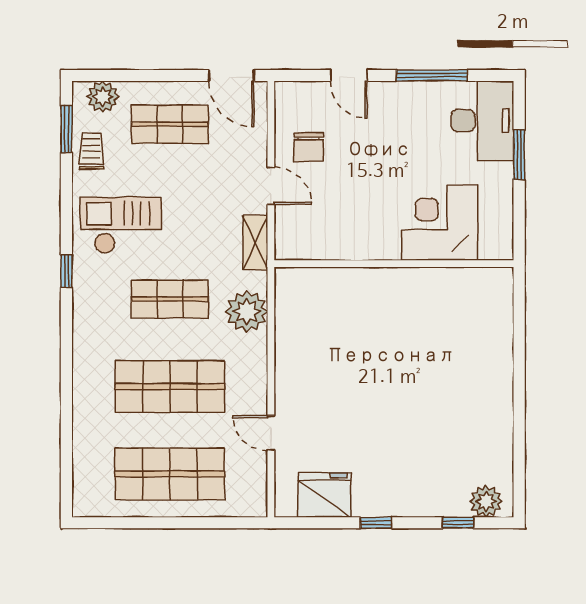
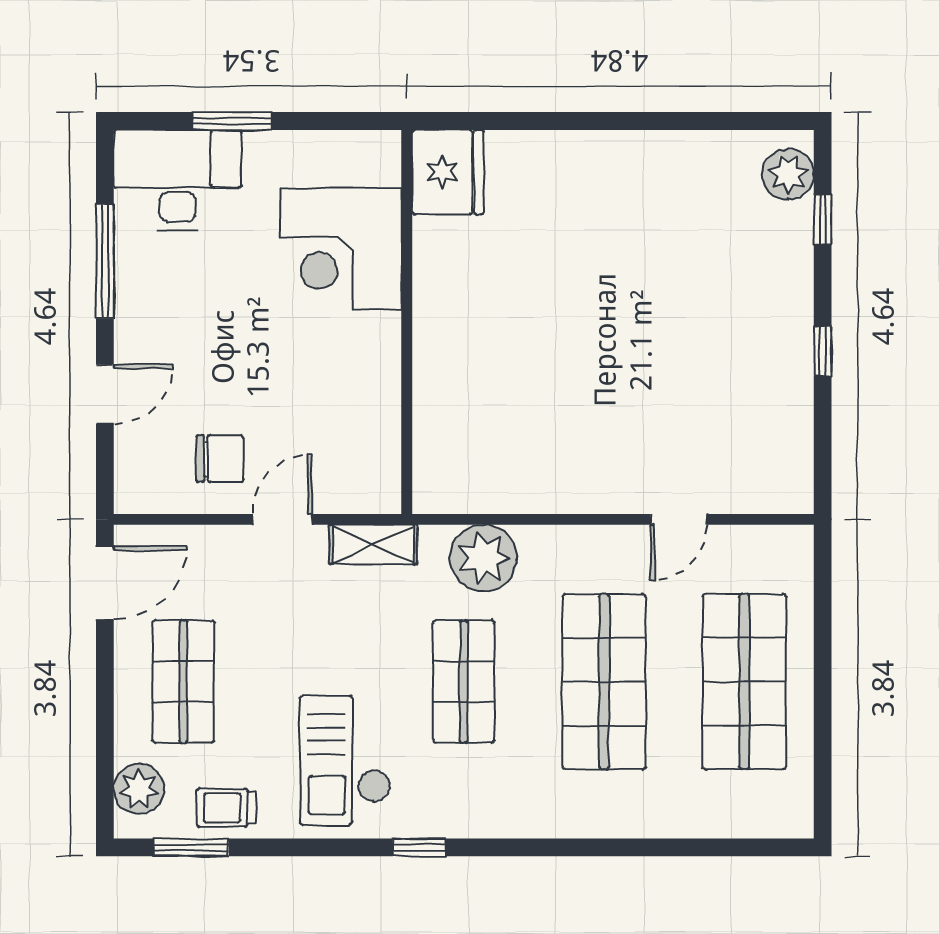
fridge: (325, 495) -> (448, 172), moved, turned 180

